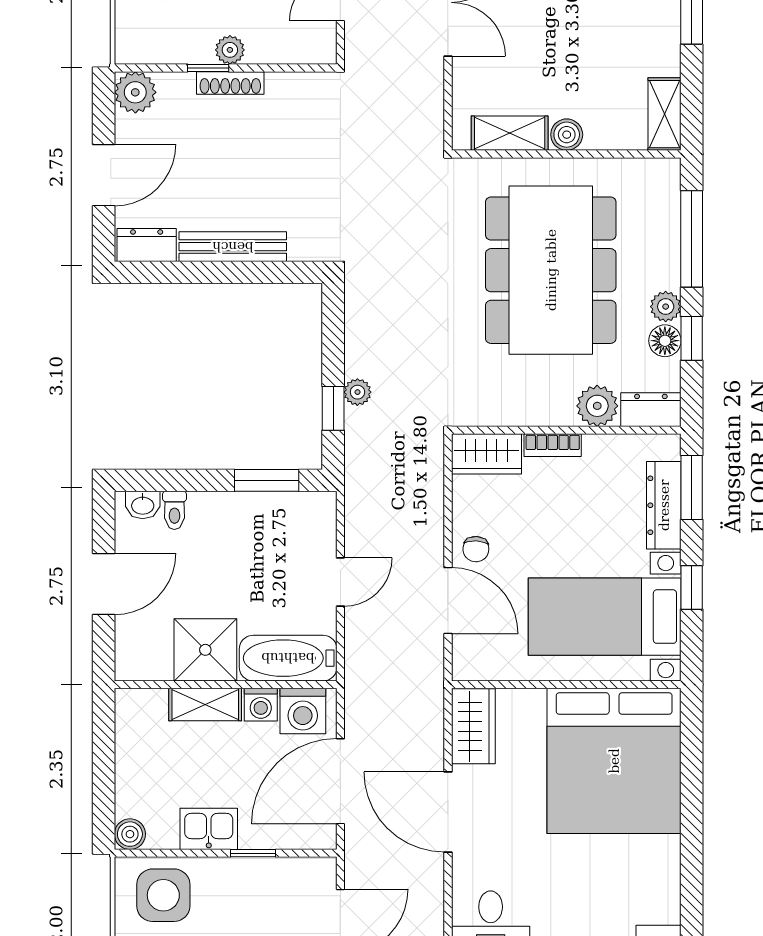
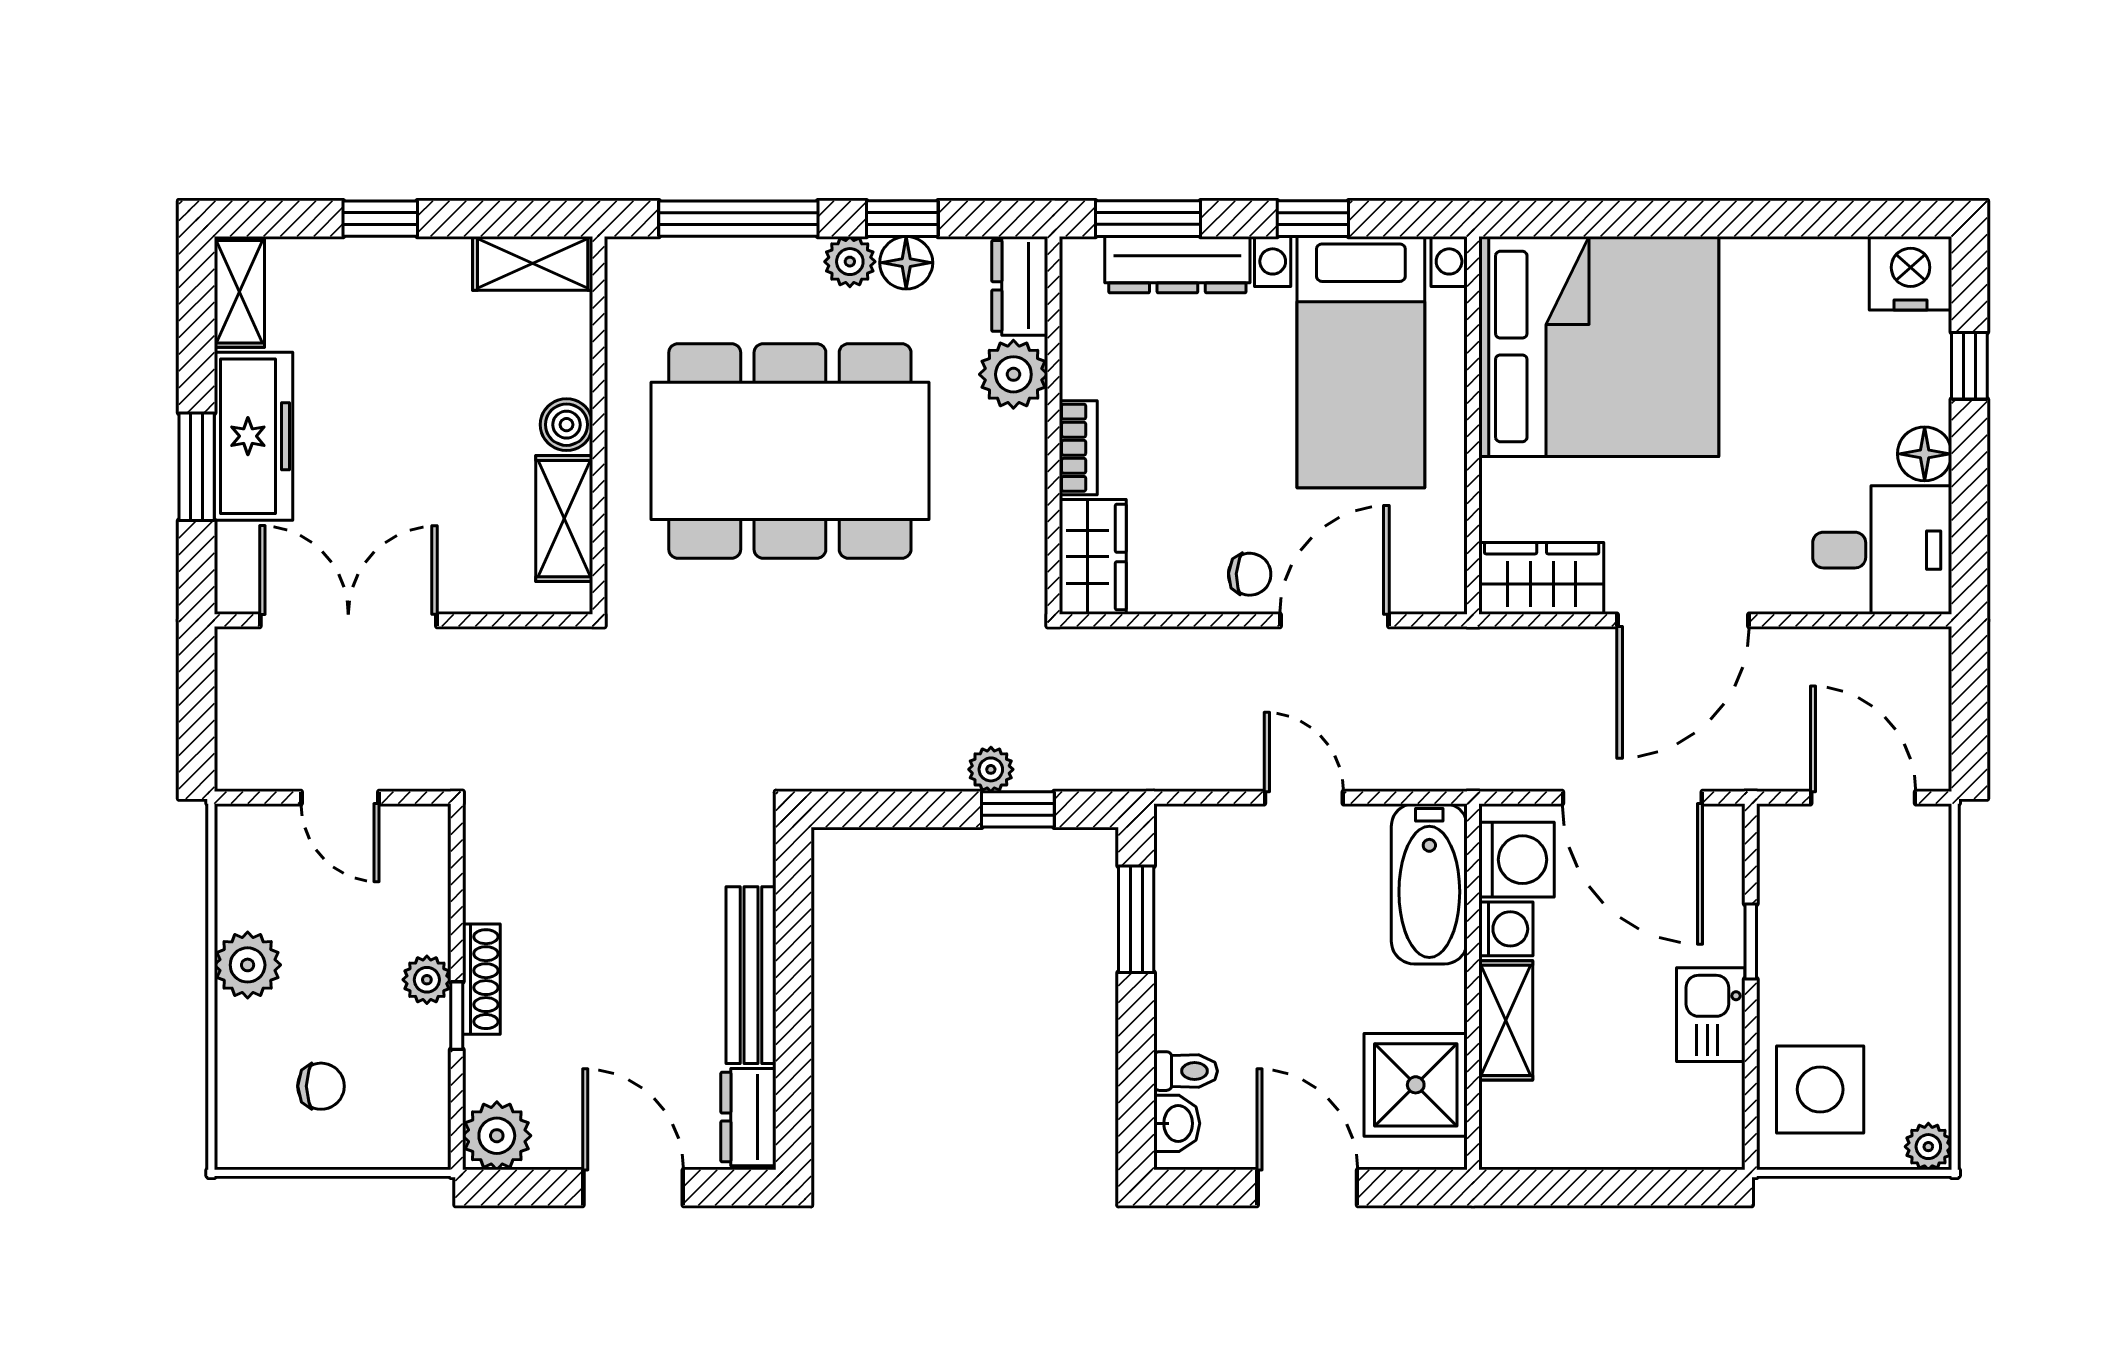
shower: (205, 650) -> (1416, 1085), moved
boiler: (130, 834) -> (1719, 1144), removed

